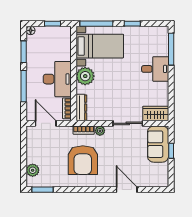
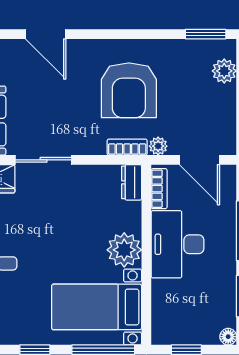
dresser: (81, 108) -> (132, 182), width x0.70
plant: (100, 131) -> (158, 146), moved
armchair: (83, 160) -> (129, 90), turned 180

